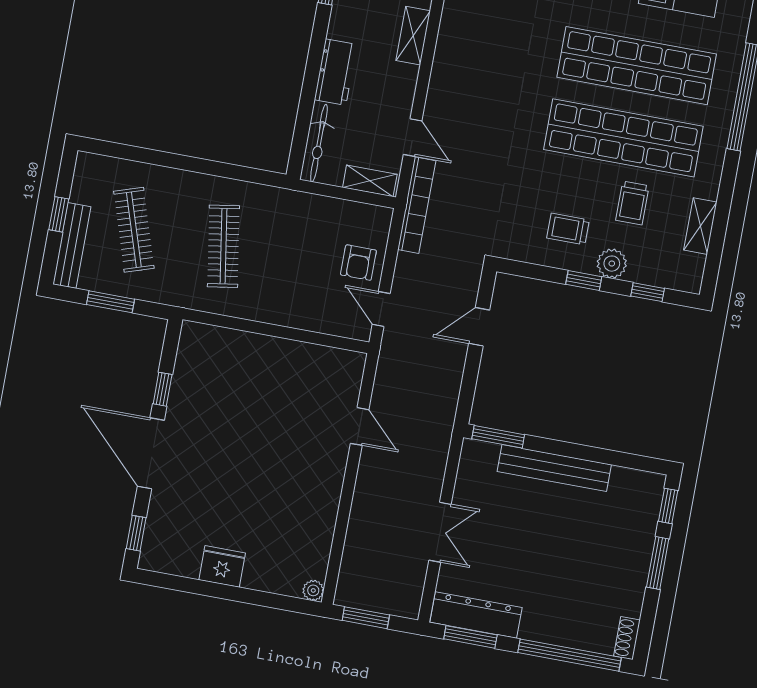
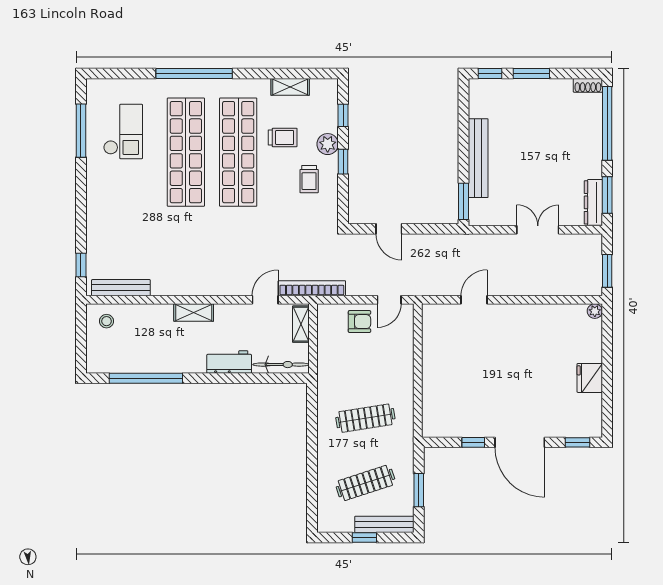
door: (151, 453) -> (520, 442), hinge flipped
dresser: (476, 615) -> (593, 202), width x0.73, depth x0.80

